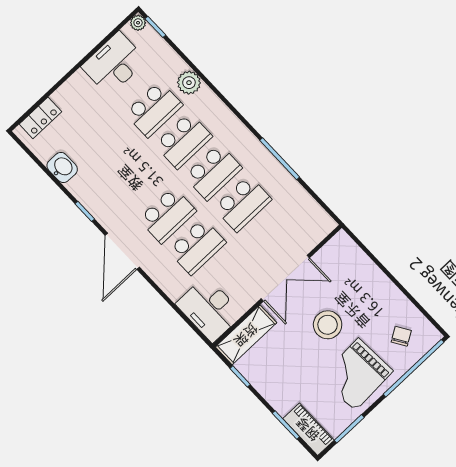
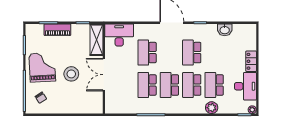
locker: (40, 118) -> (251, 61), moved
school desk: (167, 215) -> (192, 53), moved
piano: (308, 429) -> (57, 30), moved

